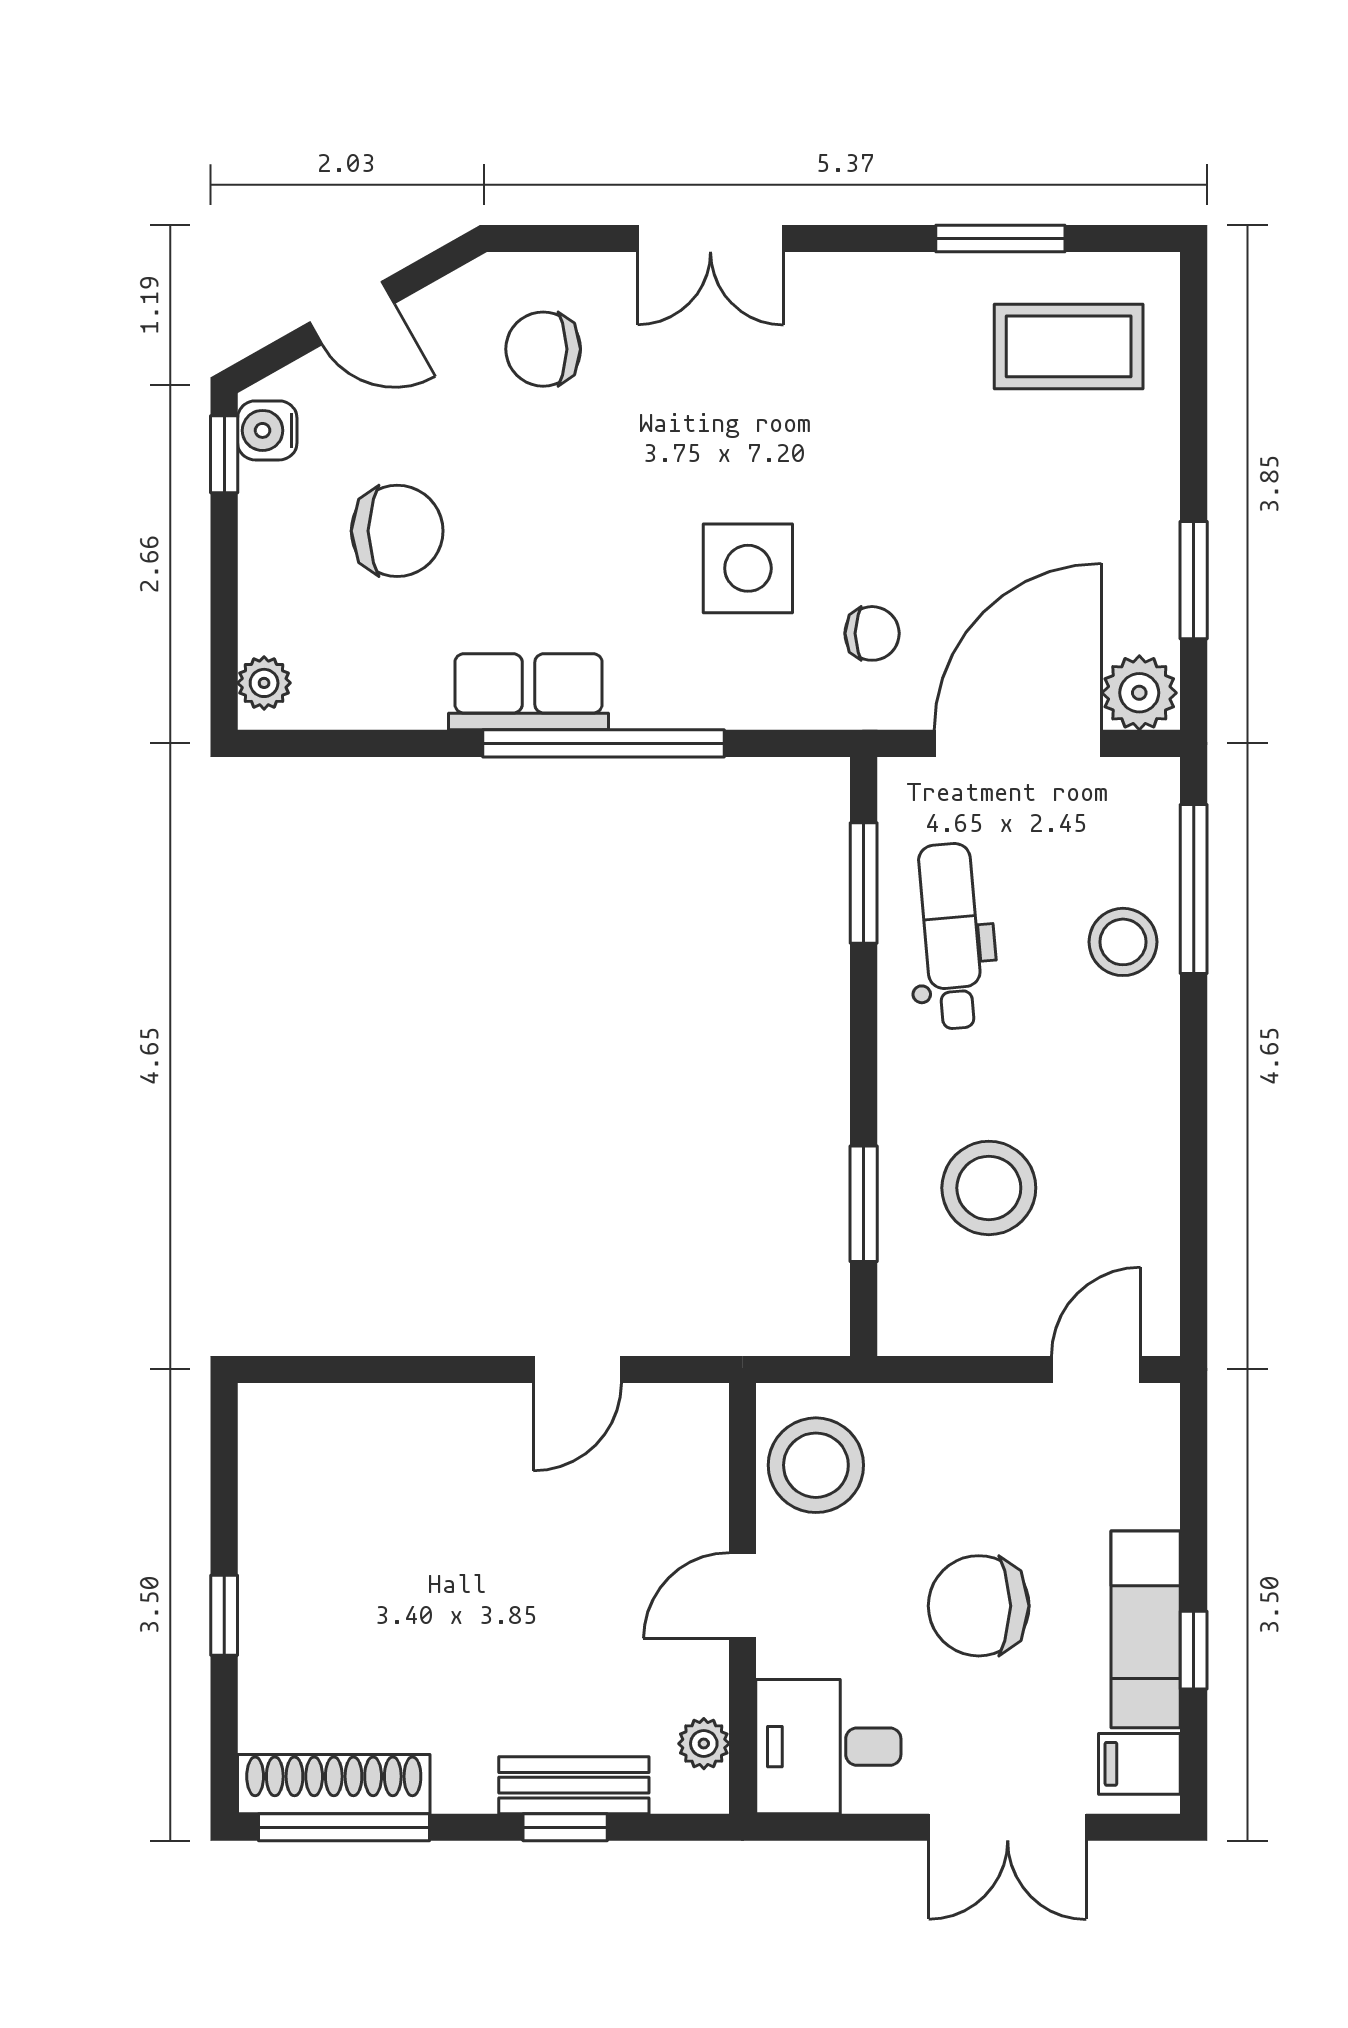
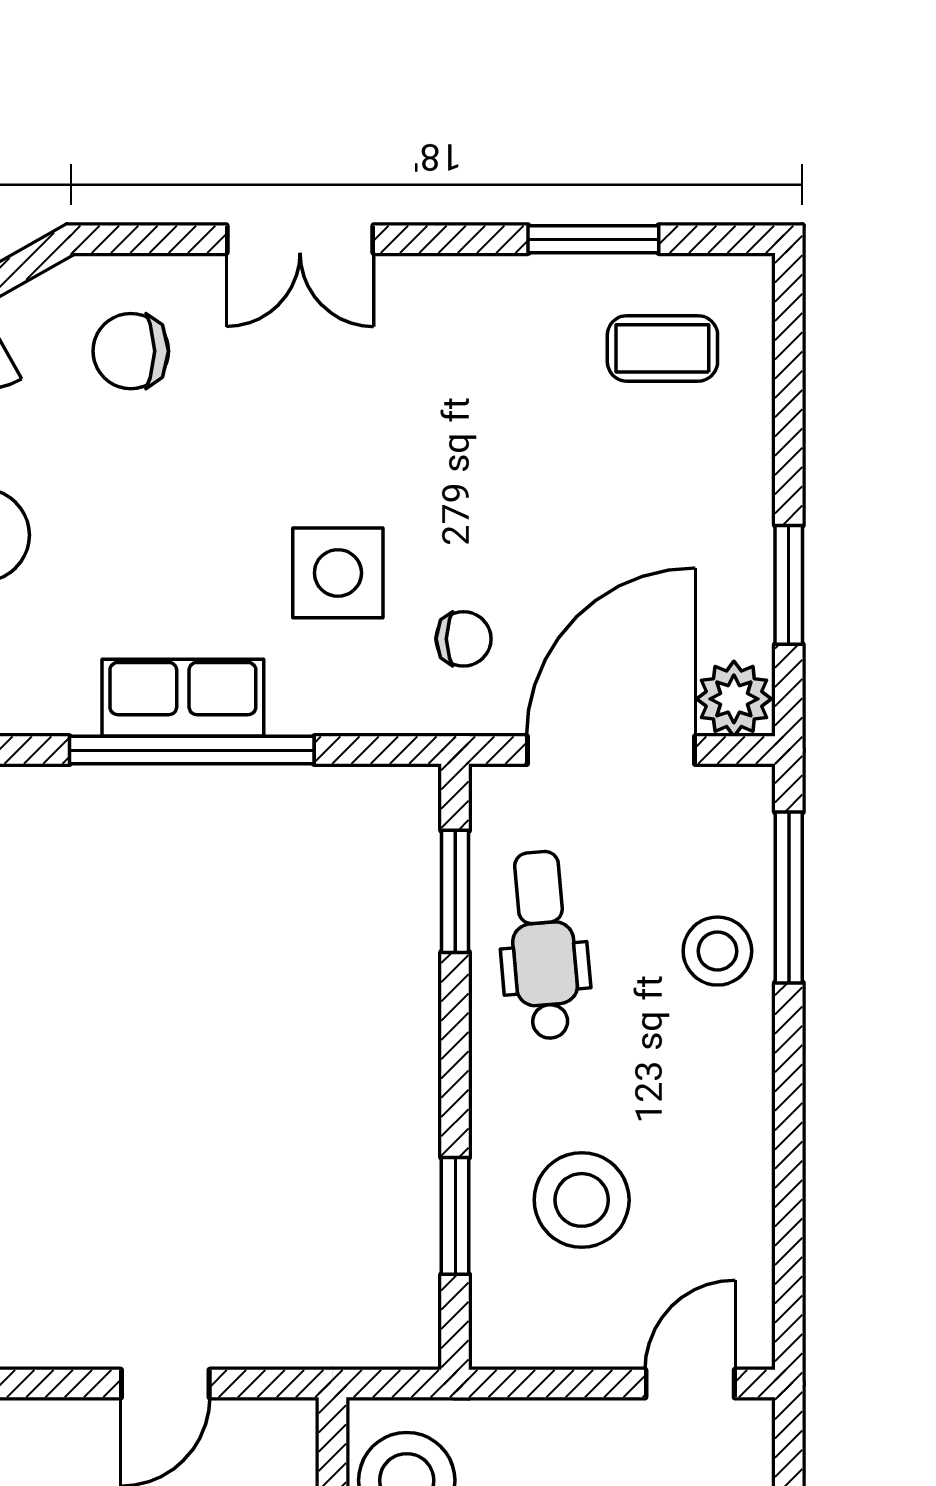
coffee table: (1069, 346) -> (662, 348), width x0.73, depth x0.77
row of seats: (529, 692) -> (183, 698), moved

